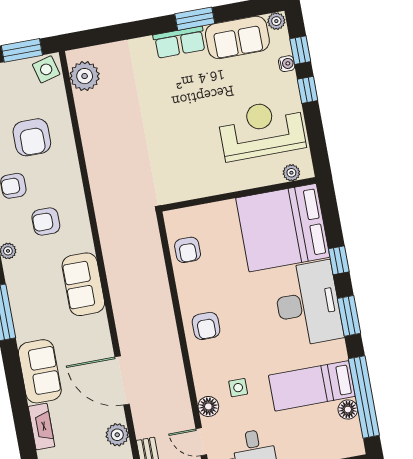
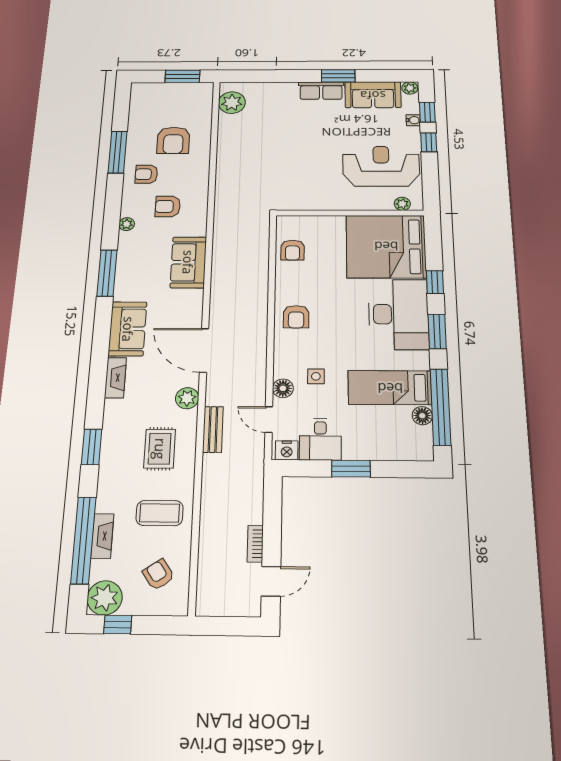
side table: (46, 69) -> (200, 93), removed

